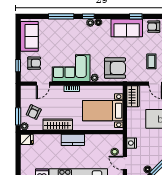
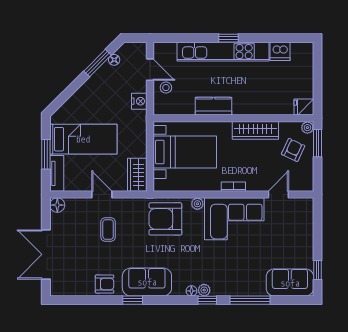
sofa: (29, 36) -> (290, 283), moved, turned 90
armchair: (34, 63) -> (292, 227), removed
window: (18, 66) -> (318, 270), moved
kitchen counter: (73, 140) -> (213, 106), moved

